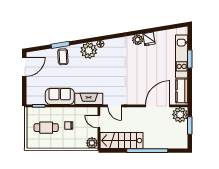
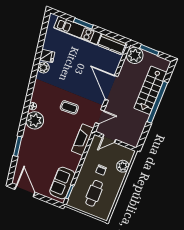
coffee table: (63, 57) -> (69, 107), moved
sofa: (60, 96) -> (62, 183), moved
door: (158, 106) -> (111, 88), moved
stairs: (121, 141) -> (150, 90), moved
plant: (92, 143) -> (123, 166), moved

